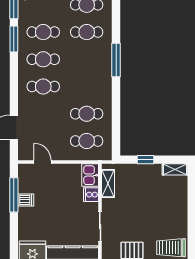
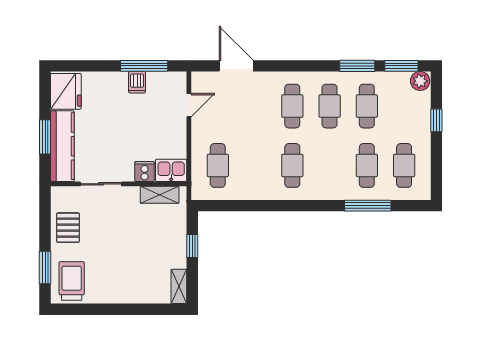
window: (116, 60) -> (368, 206), moved
cafe table: (87, 114) -> (292, 165), moved

